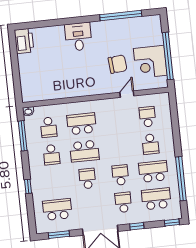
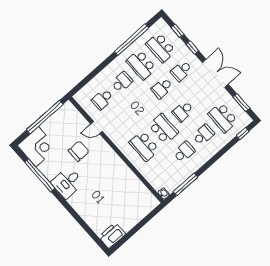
desk: (78, 37) -> (67, 183), moved
corner desk: (150, 62) -> (37, 147), moved
chair: (118, 64) -> (79, 151), turned 95
school desk: (49, 127) -> (203, 135), moved
window: (28, 186) -> (243, 134), moved
window: (172, 223) -> (177, 31), moved

